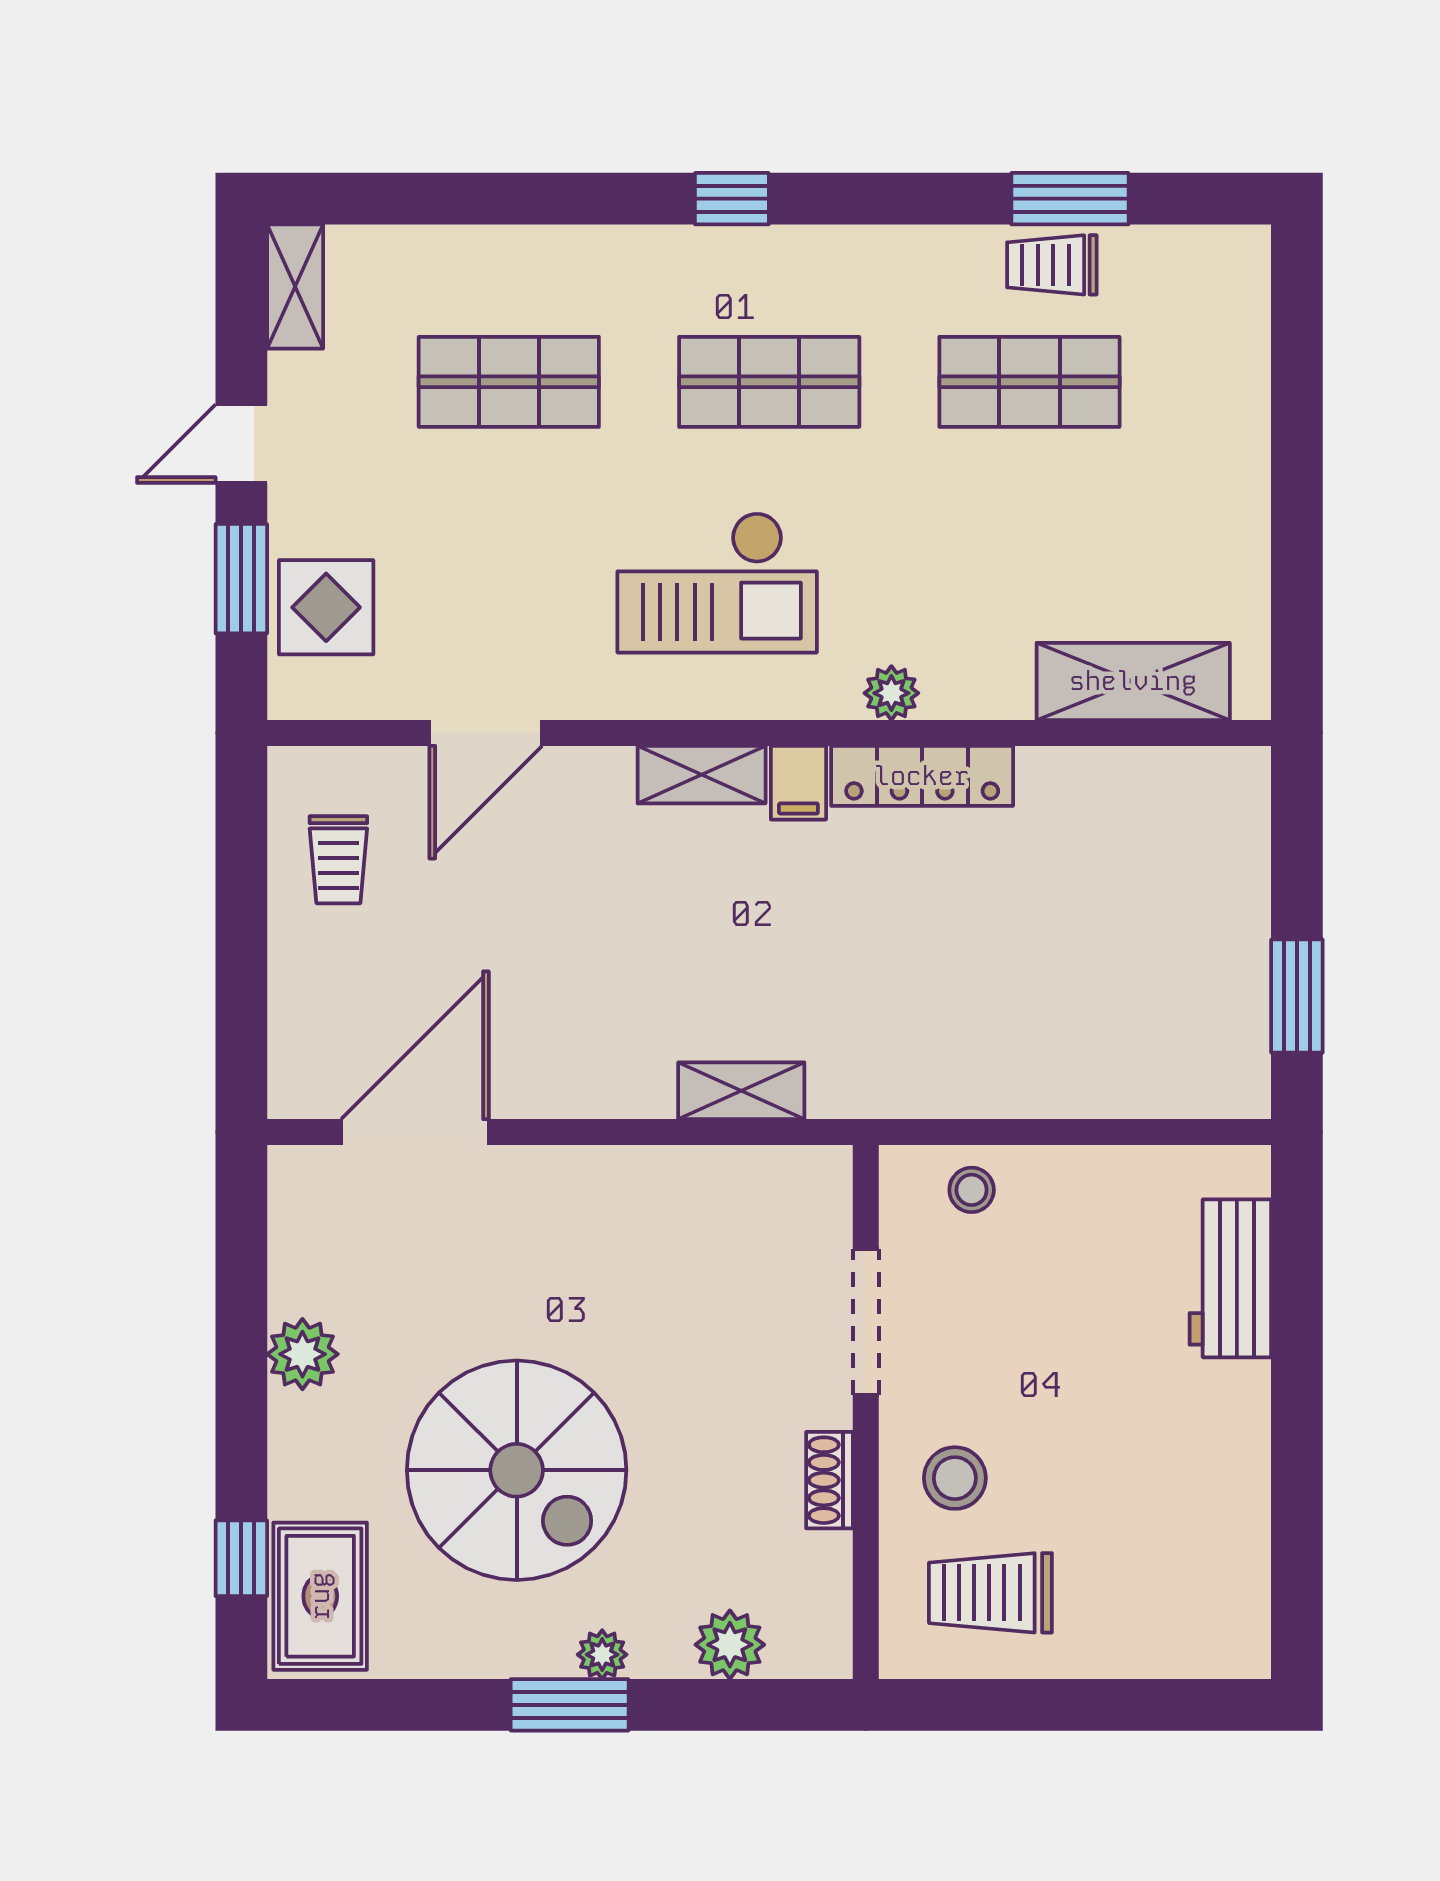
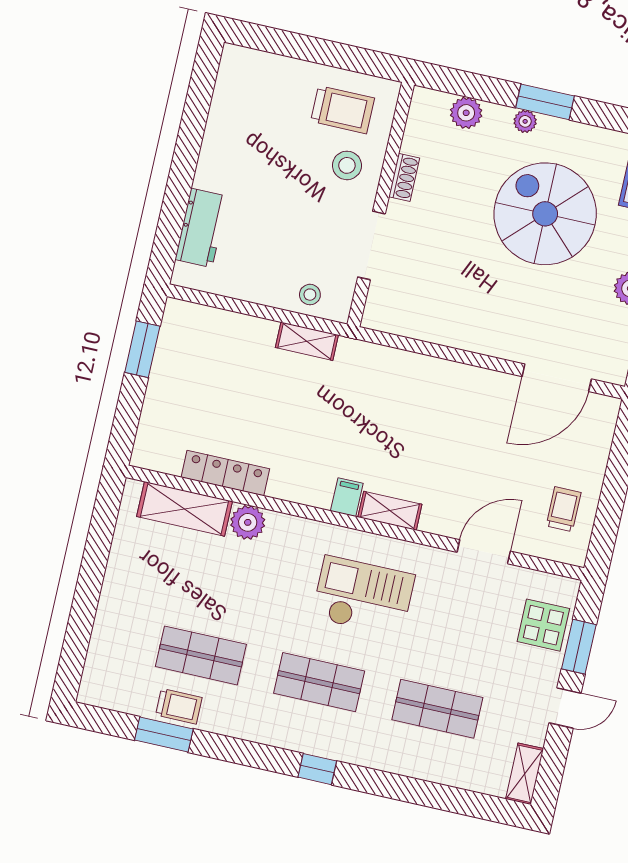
plant: (891, 693) -> (248, 522), moved, width x1.38, depth x1.38
locker: (922, 776) -> (225, 473), moved
shelving: (741, 1091) -> (307, 341), moved

